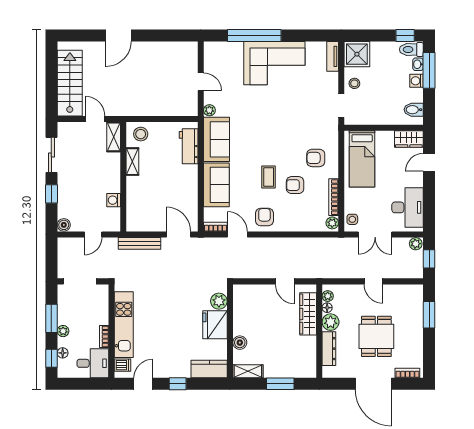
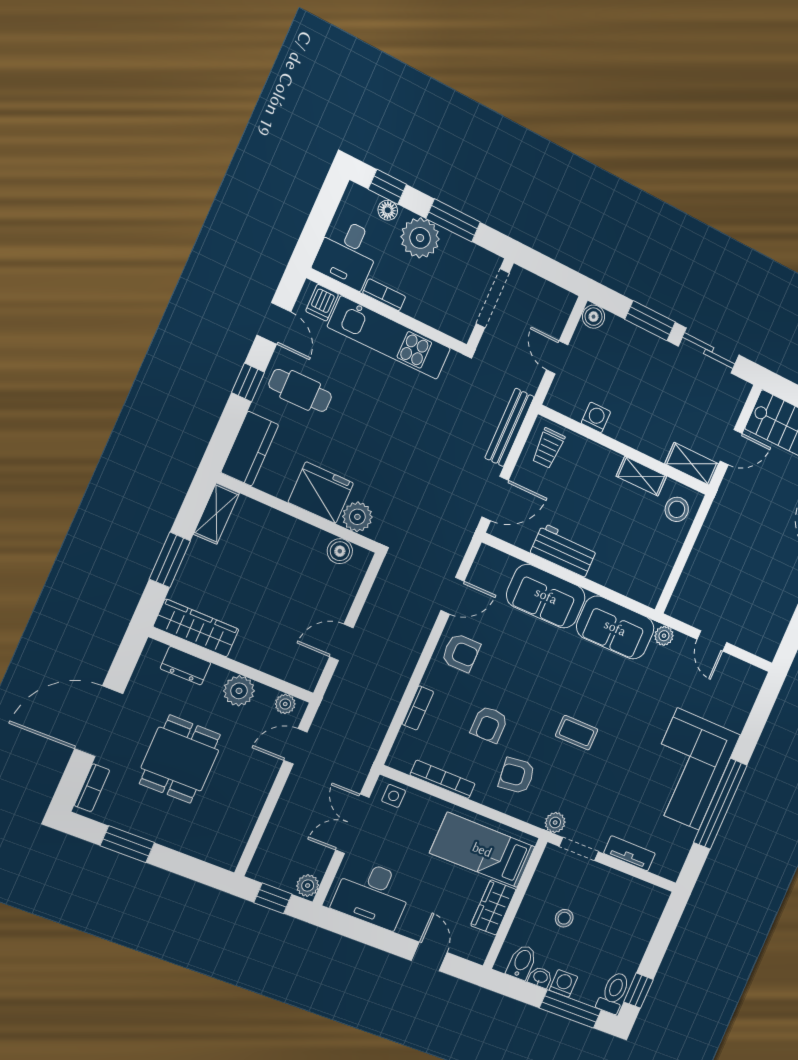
window: (254, 36) -> (720, 804), moved
shower: (357, 54) -> (644, 904), removed
tv unit: (333, 56) -> (629, 853), moved
washbasin: (418, 64) -> (540, 977), moved
door: (201, 82) -> (712, 641), hinge flipped
stool: (354, 83) -> (564, 918), moved
wardrobe: (409, 139) -> (493, 907), moved
workbench: (189, 146) -> (564, 550), moved
armchair: (316, 158) -> (517, 776), turned -97
coffee table: (269, 177) -> (577, 733), moved
armchair: (295, 185) -> (489, 724), turned 180
window: (51, 194) -> (650, 321), width x1.50
trolley: (141, 218) -> (548, 448), added
plant: (332, 223) -> (555, 822), moved
bookcase: (215, 227) -> (418, 708), moved
door: (373, 281) -> (296, 746), moved
floor lamp: (327, 308) -> (266, 695), removed
wardrobe: (308, 314) -> (196, 628), moved
window: (429, 315) -> (127, 844), moved
plant: (63, 331) -> (420, 238), width x1.87, depth x1.87
dining table: (376, 336) -> (180, 759), turned 90
boiler: (240, 343) -> (340, 551), moved
dresser: (329, 349) -> (185, 666), width x0.70
cafe table: (170, 357) -> (300, 390), added

